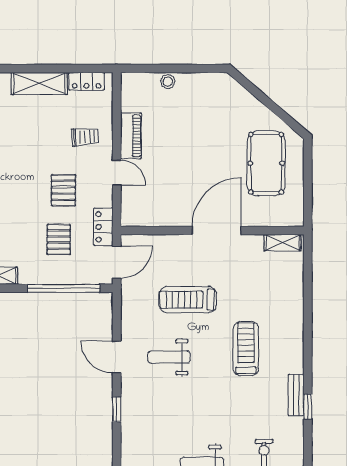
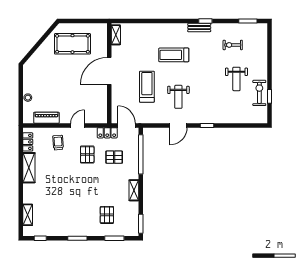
piano: (131, 136) -> (46, 118), moved
pallet: (63, 190) -> (87, 155), turned 90
door: (217, 230) -> (109, 71), hinge flipped
treadmill: (188, 299) -> (147, 87), turned 180

